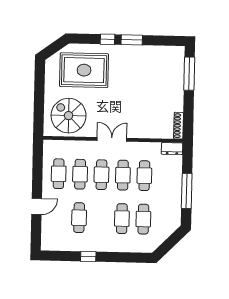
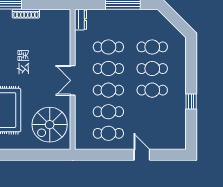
shoe rack: (179, 126) -> (26, 14), moved
cafe table: (79, 218) -> (152, 90), moved

